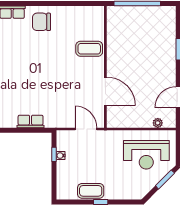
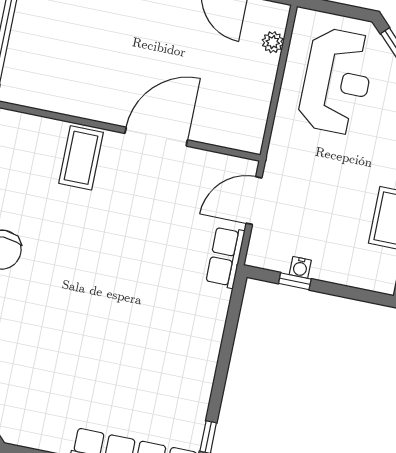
door: (105, 91) -> (156, 137), moved
row of seats: (31, 121) -> (225, 257), moved

